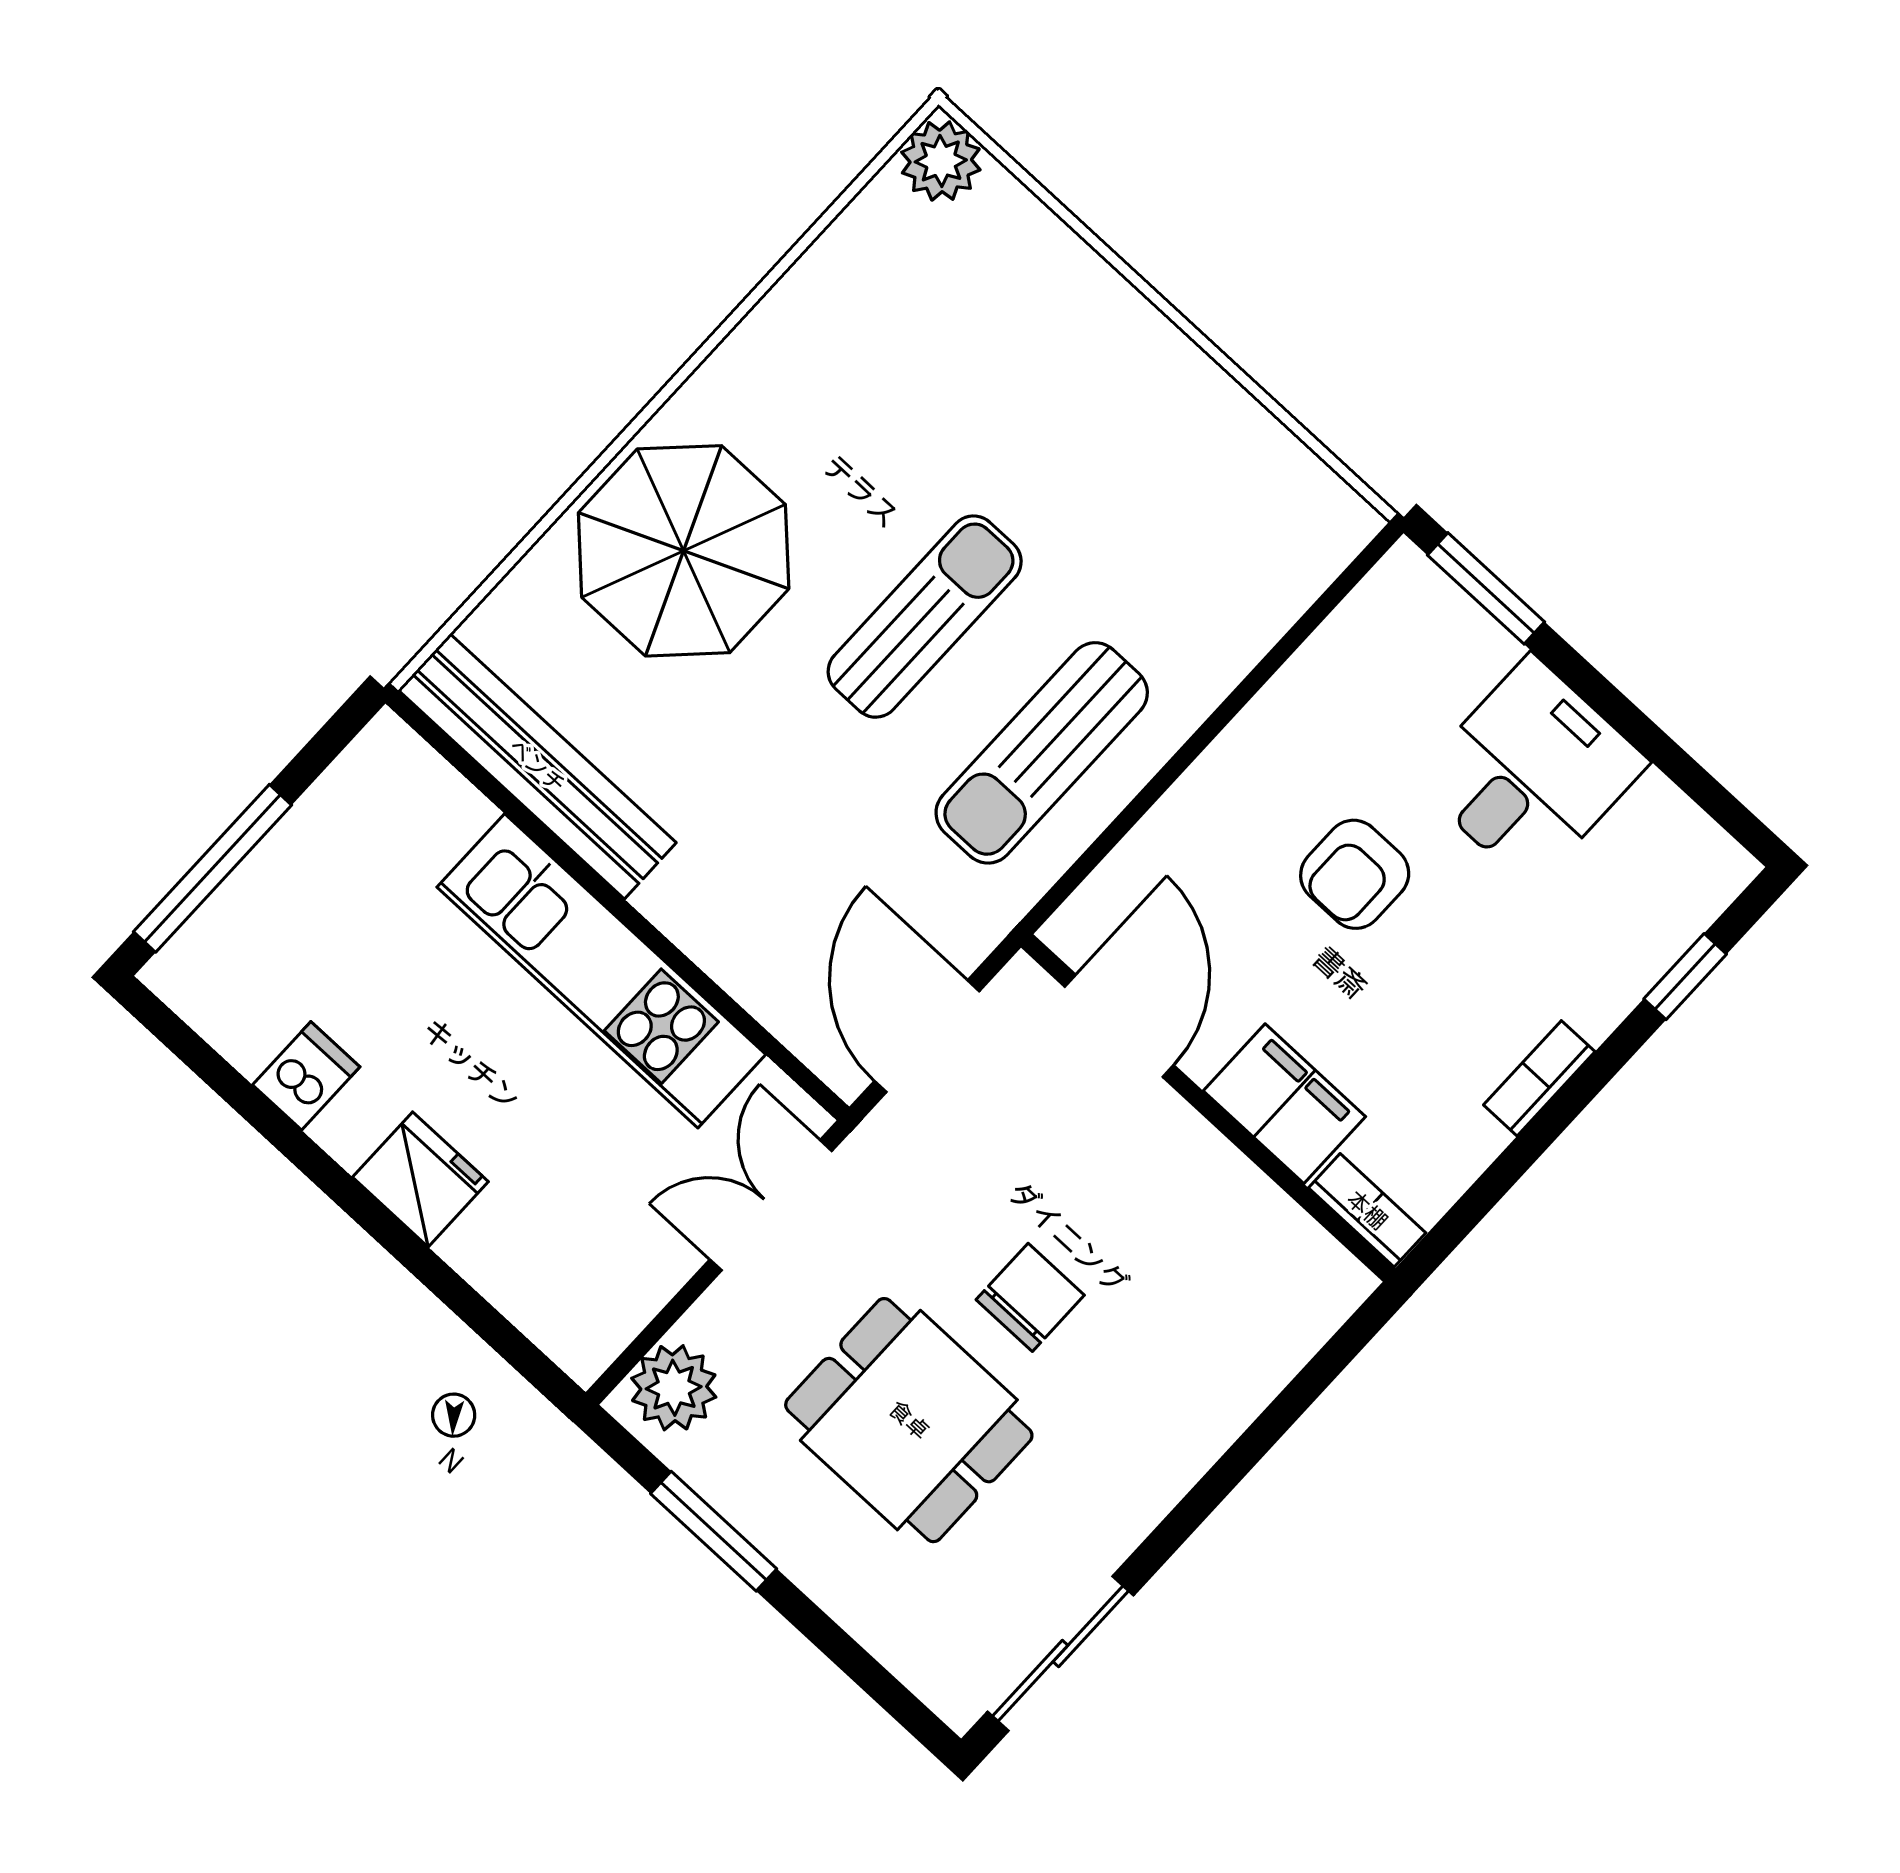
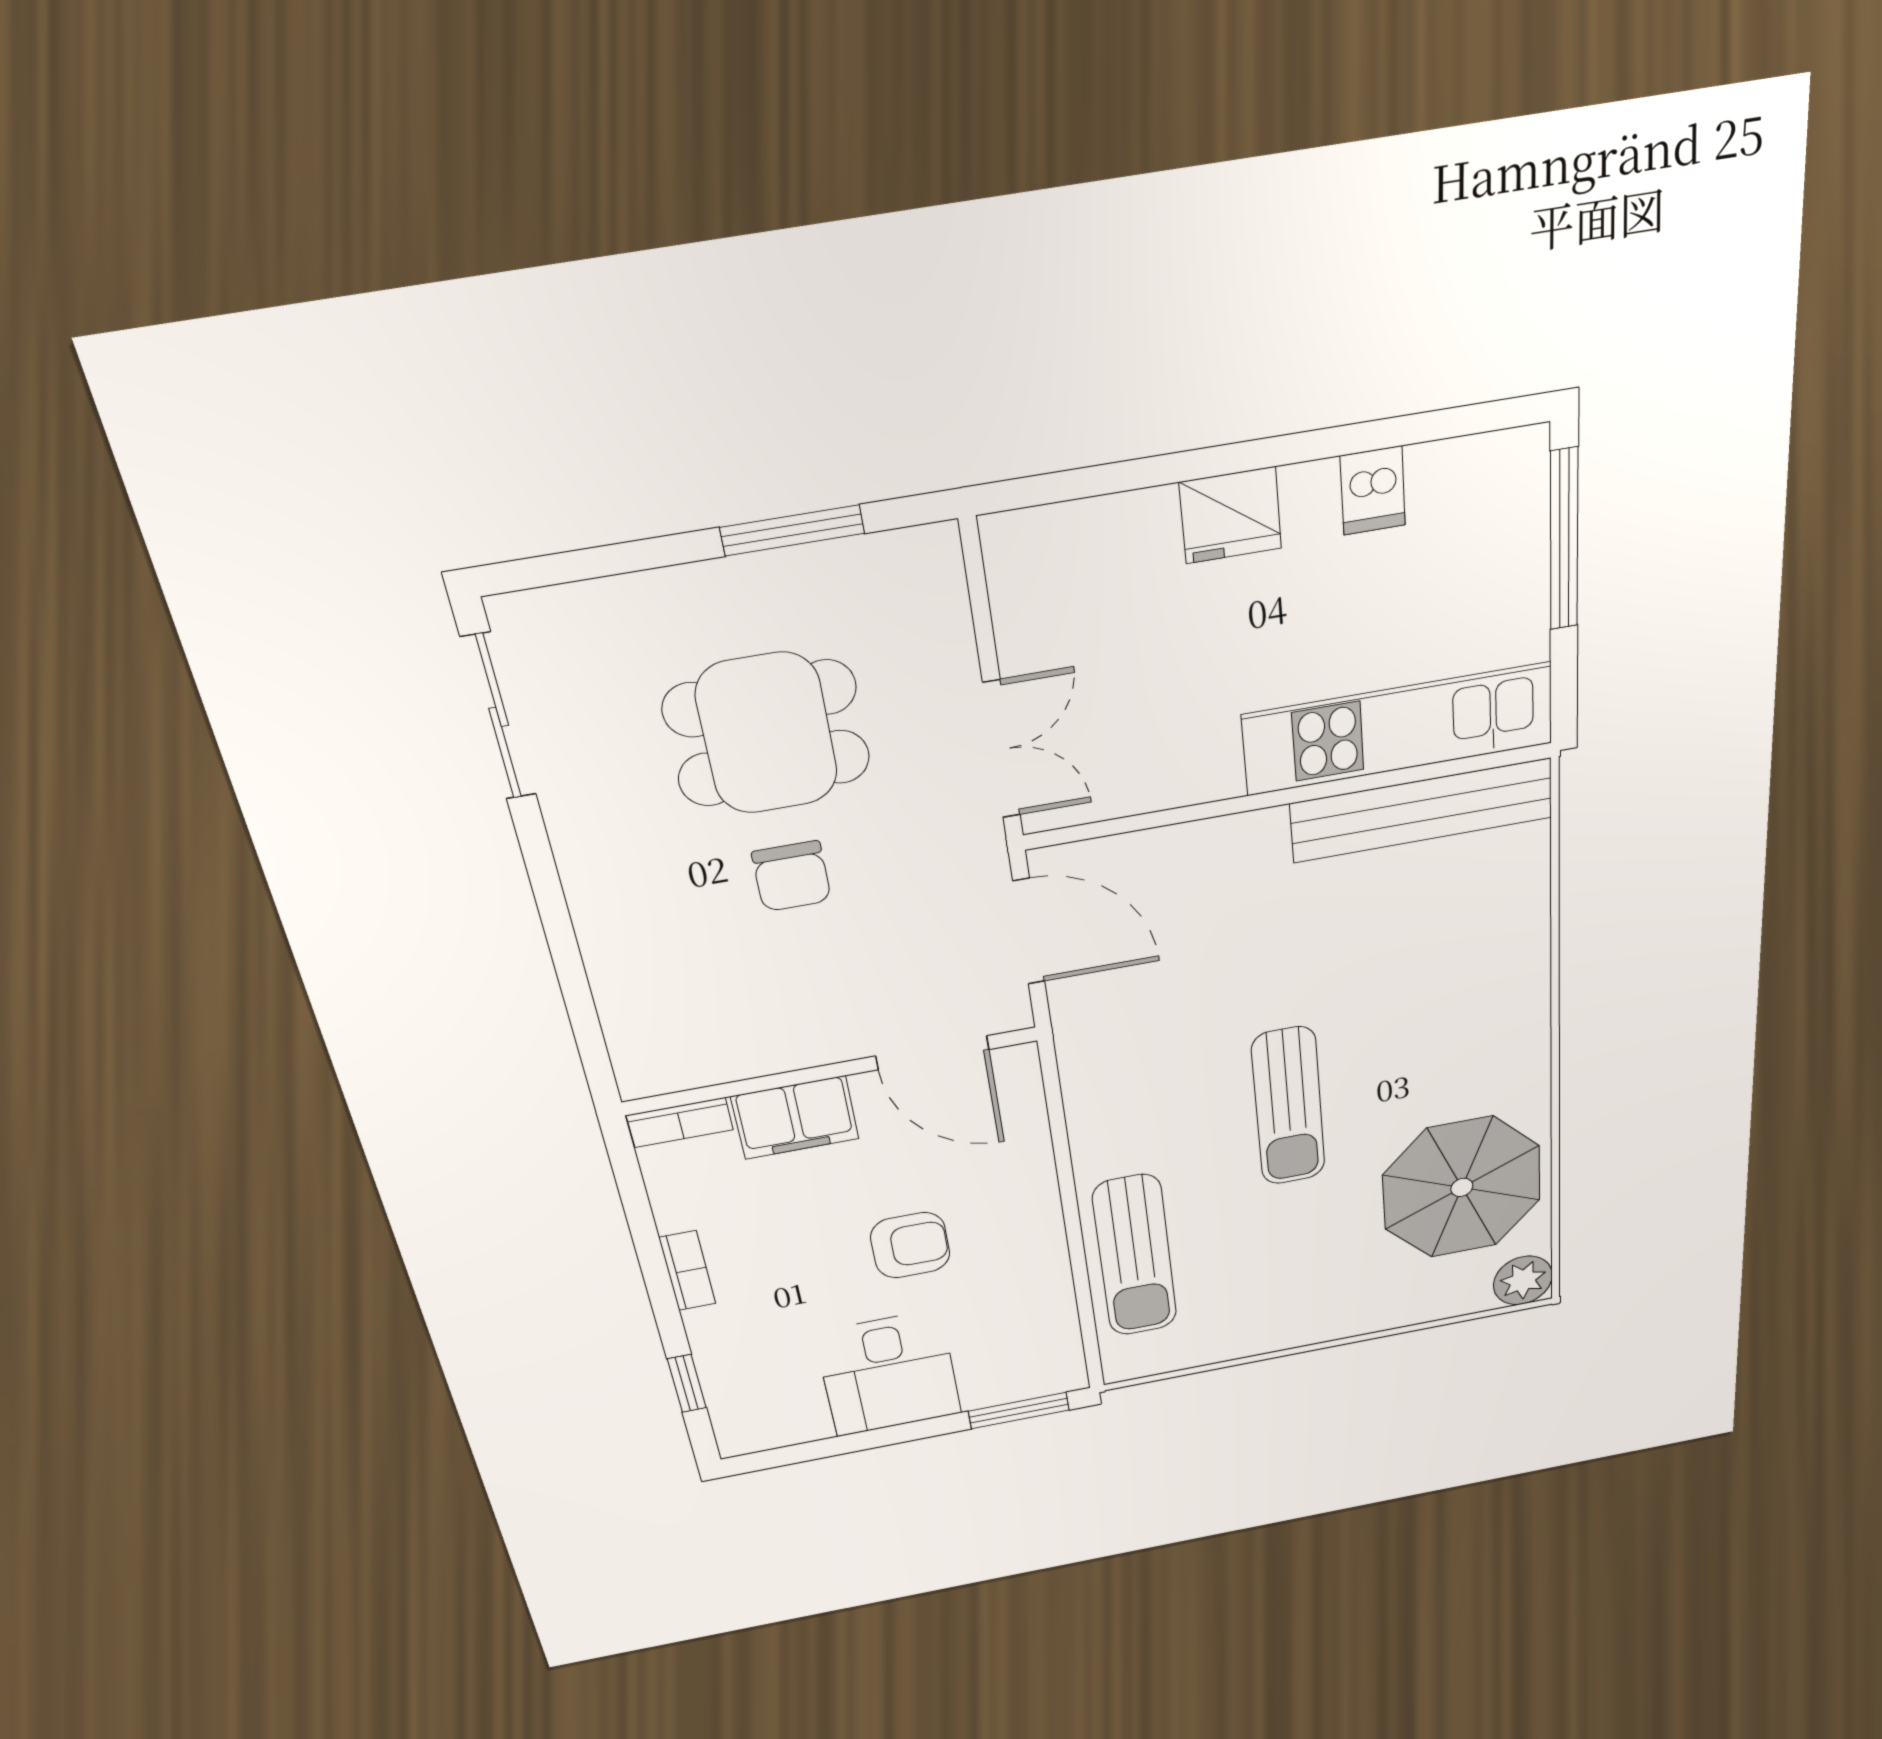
parasol: (684, 551) -> (1462, 1187), moved
sun lounger: (1042, 753) -> (1135, 1256), moved, turned 180
armchair: (1355, 874) -> (910, 1245), turned 90
kitchen unit: (601, 971) -> (1398, 729), moved
plant: (674, 1388) -> (926, 583), removed

